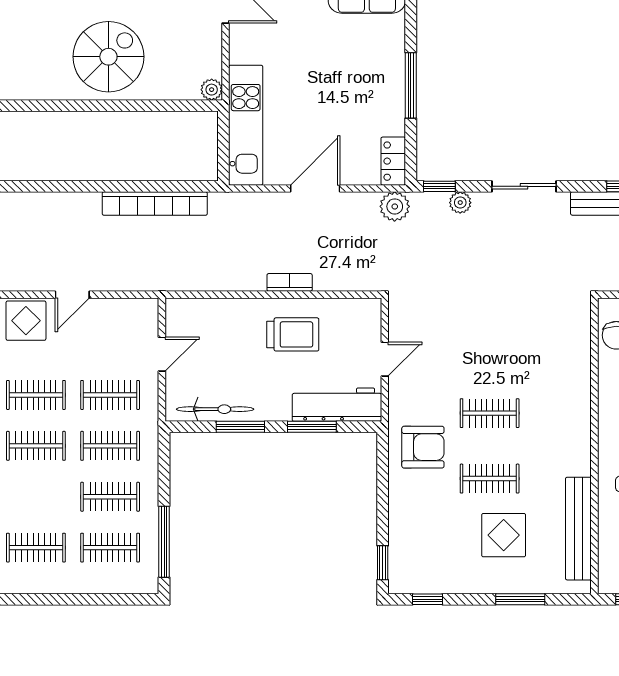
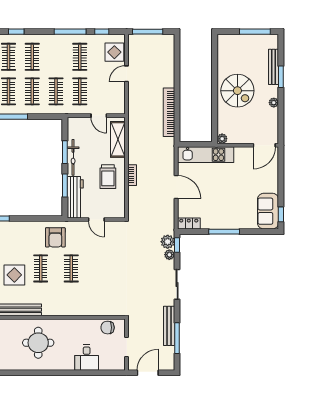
plant: (395, 206) -> (168, 242), moved
door: (72, 295) -> (127, 74), hinge flipped
shelving: (213, 313) -> (118, 139), added
bicycle: (215, 409) -> (73, 157), moved
clothes rail: (36, 446) -> (32, 57), moved

